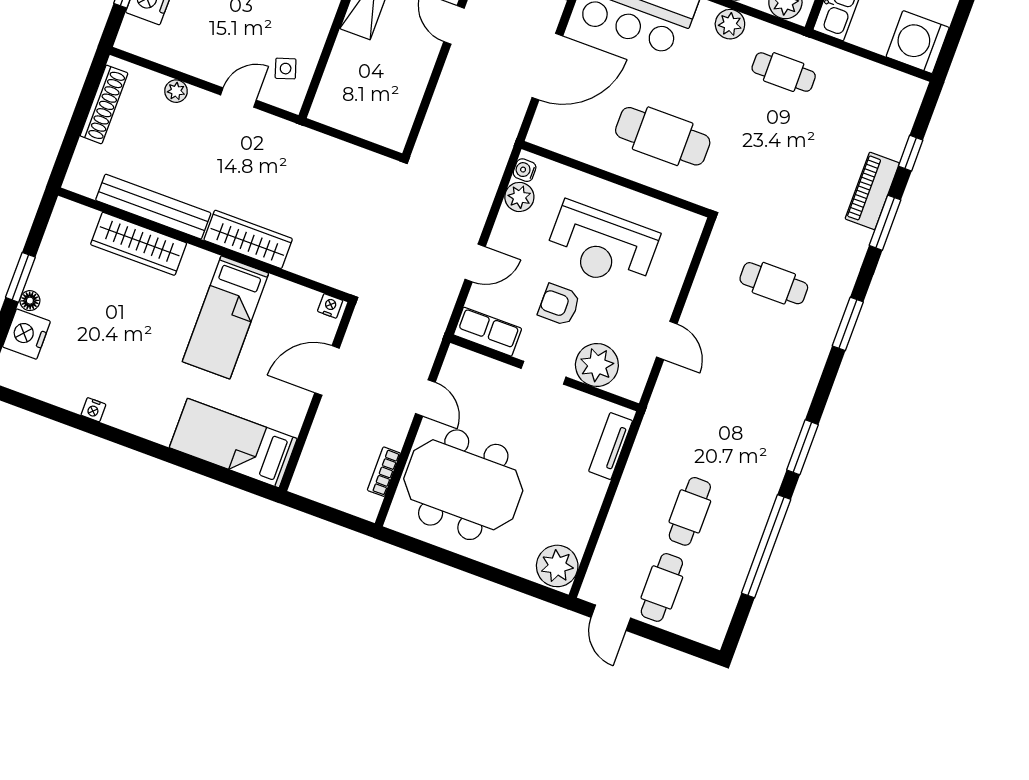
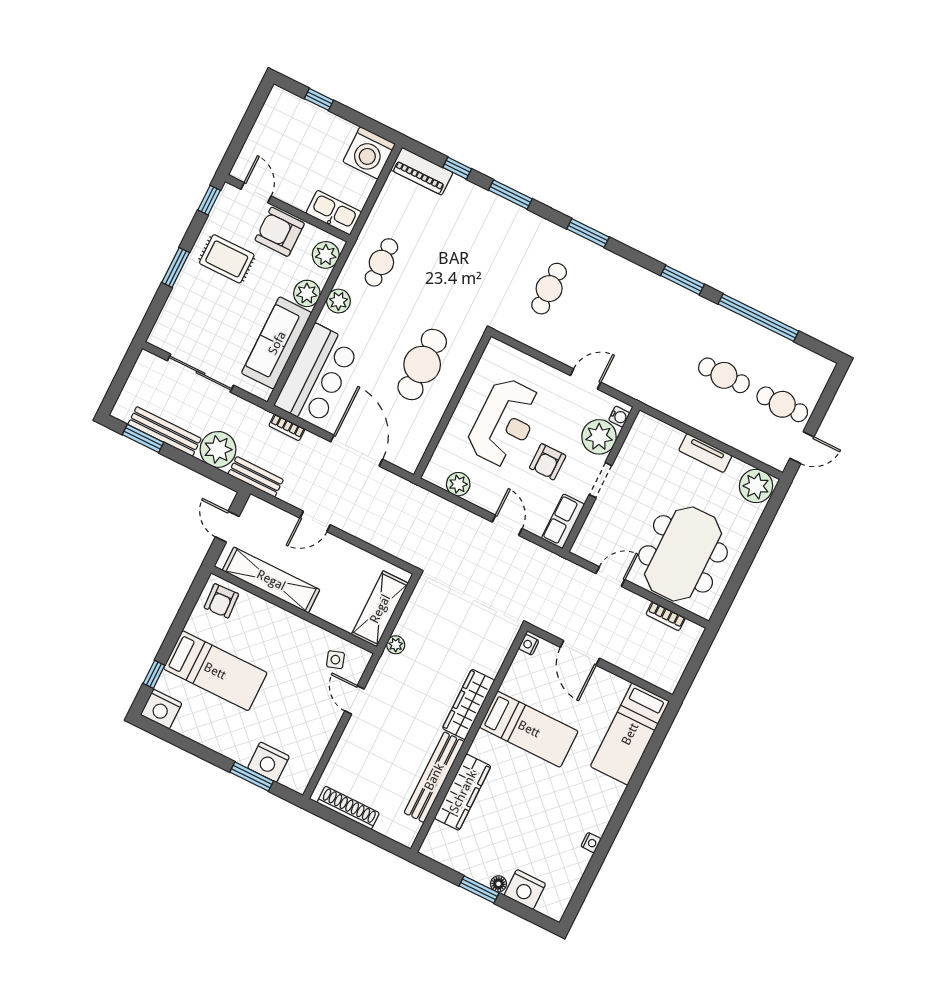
plant: (176, 91) -> (396, 645), moved
shelving: (354, 117) -> (380, 609), added
water cooler: (525, 170) -> (619, 417), moved, turned -90
piano: (872, 191) -> (422, 171), moved
tv unit: (611, 446) -> (705, 453), moved

